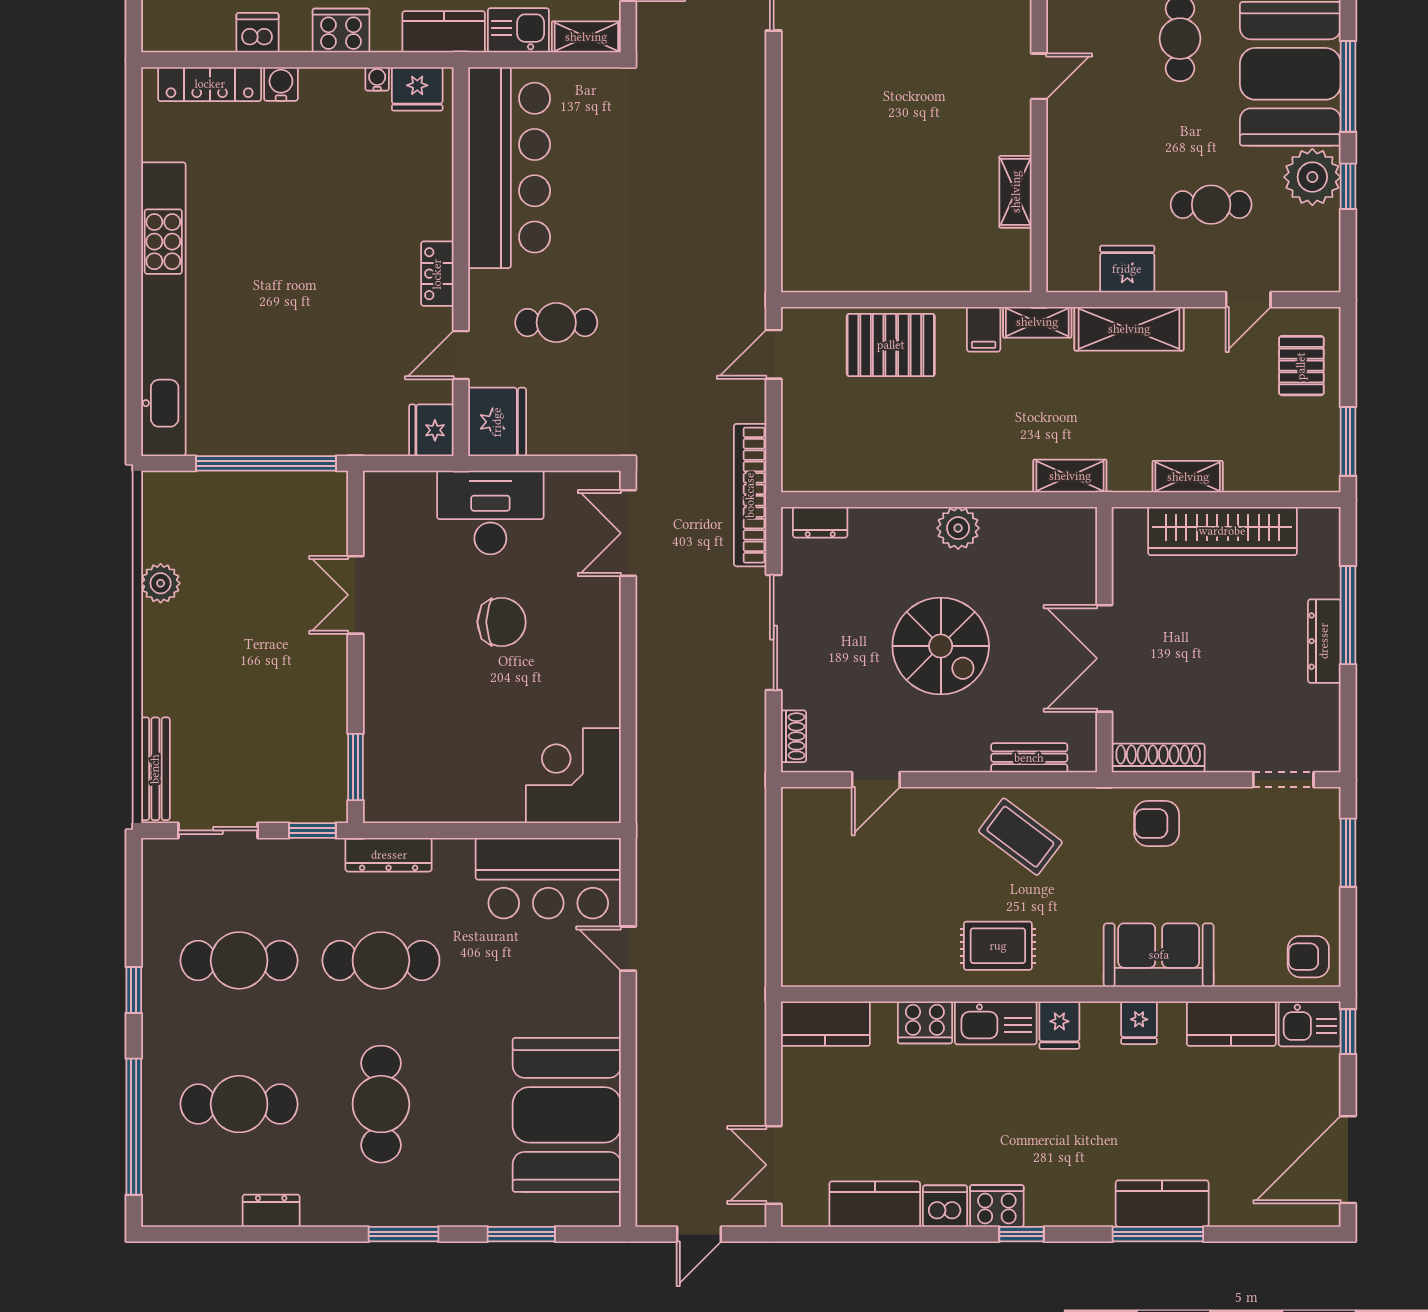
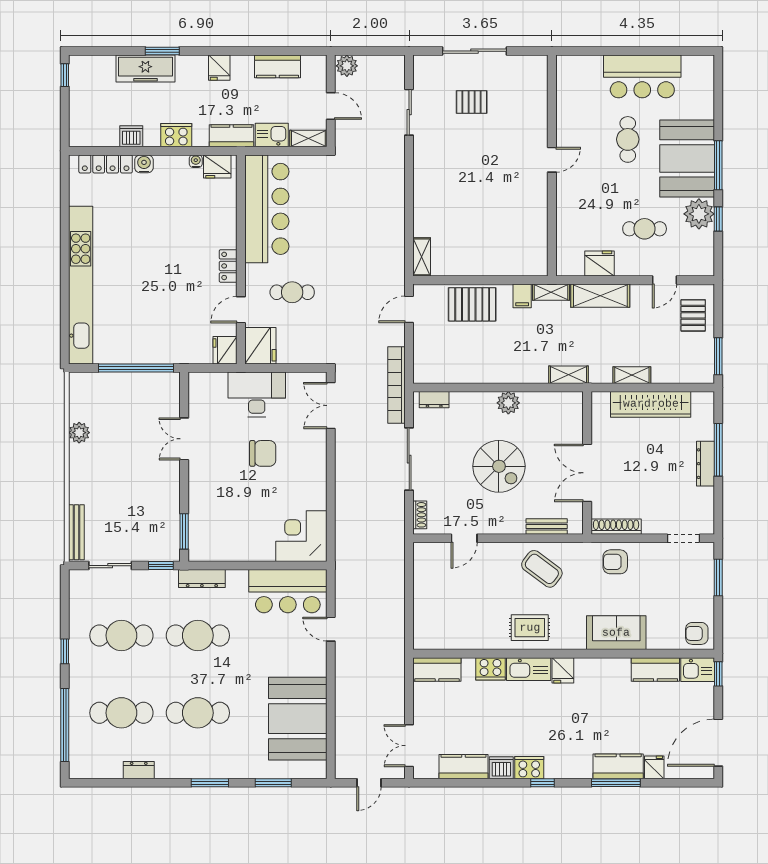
shelving: (1016, 192) -> (422, 257), moved
fridge: (1139, 1023) -> (654, 767), moved, turned 180
cafe table: (381, 1104) -> (198, 713), turned 90

